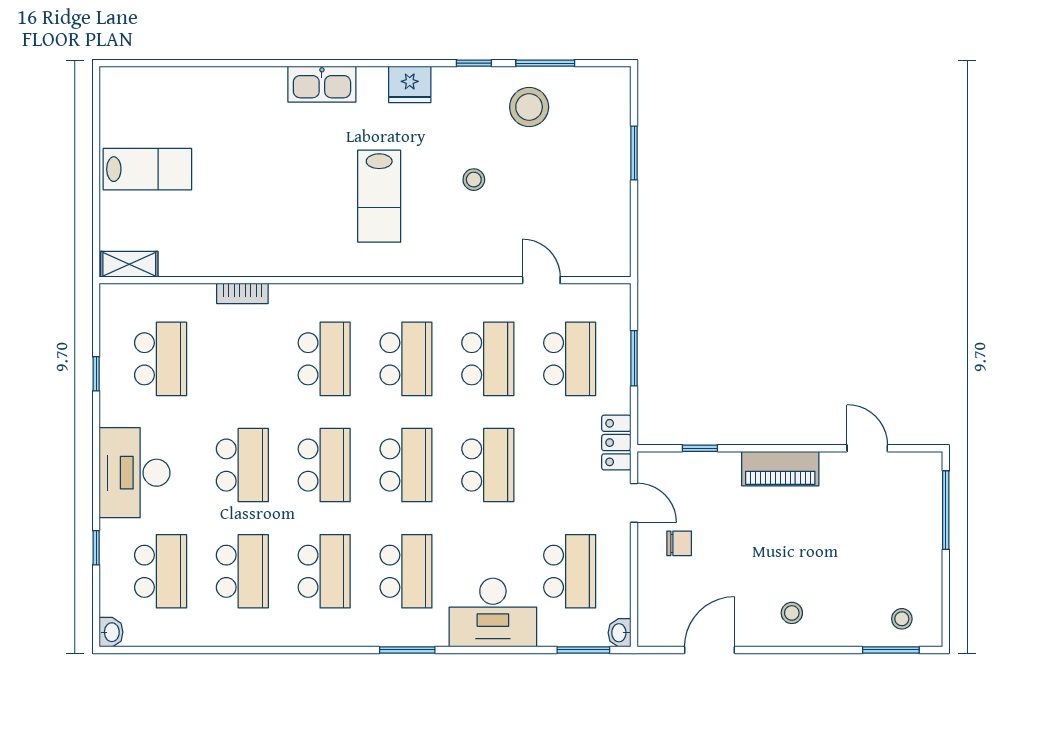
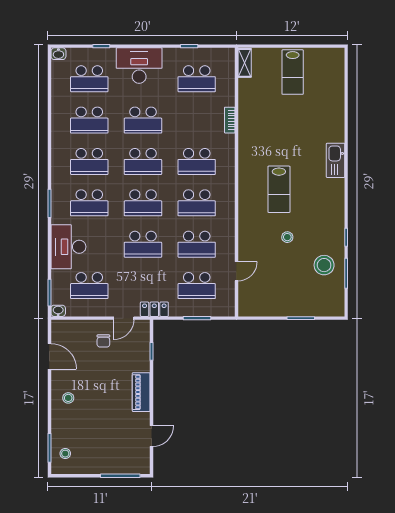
fridge: (410, 84) -> (335, 205), removed
lab bench: (379, 196) -> (279, 189), turned -90

